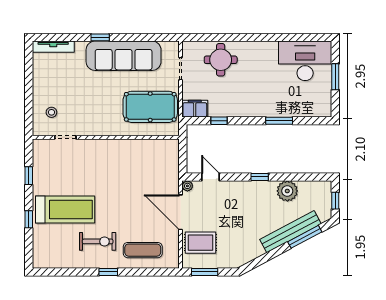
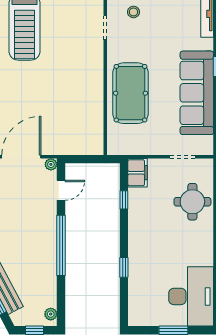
pool table: (150, 107) -> (131, 93), moved
window: (279, 121) -> (124, 267), width x0.67
window: (260, 177) -> (61, 245), width x3.17
plant: (287, 191) -> (51, 314), moved, width x0.53, depth x0.53

